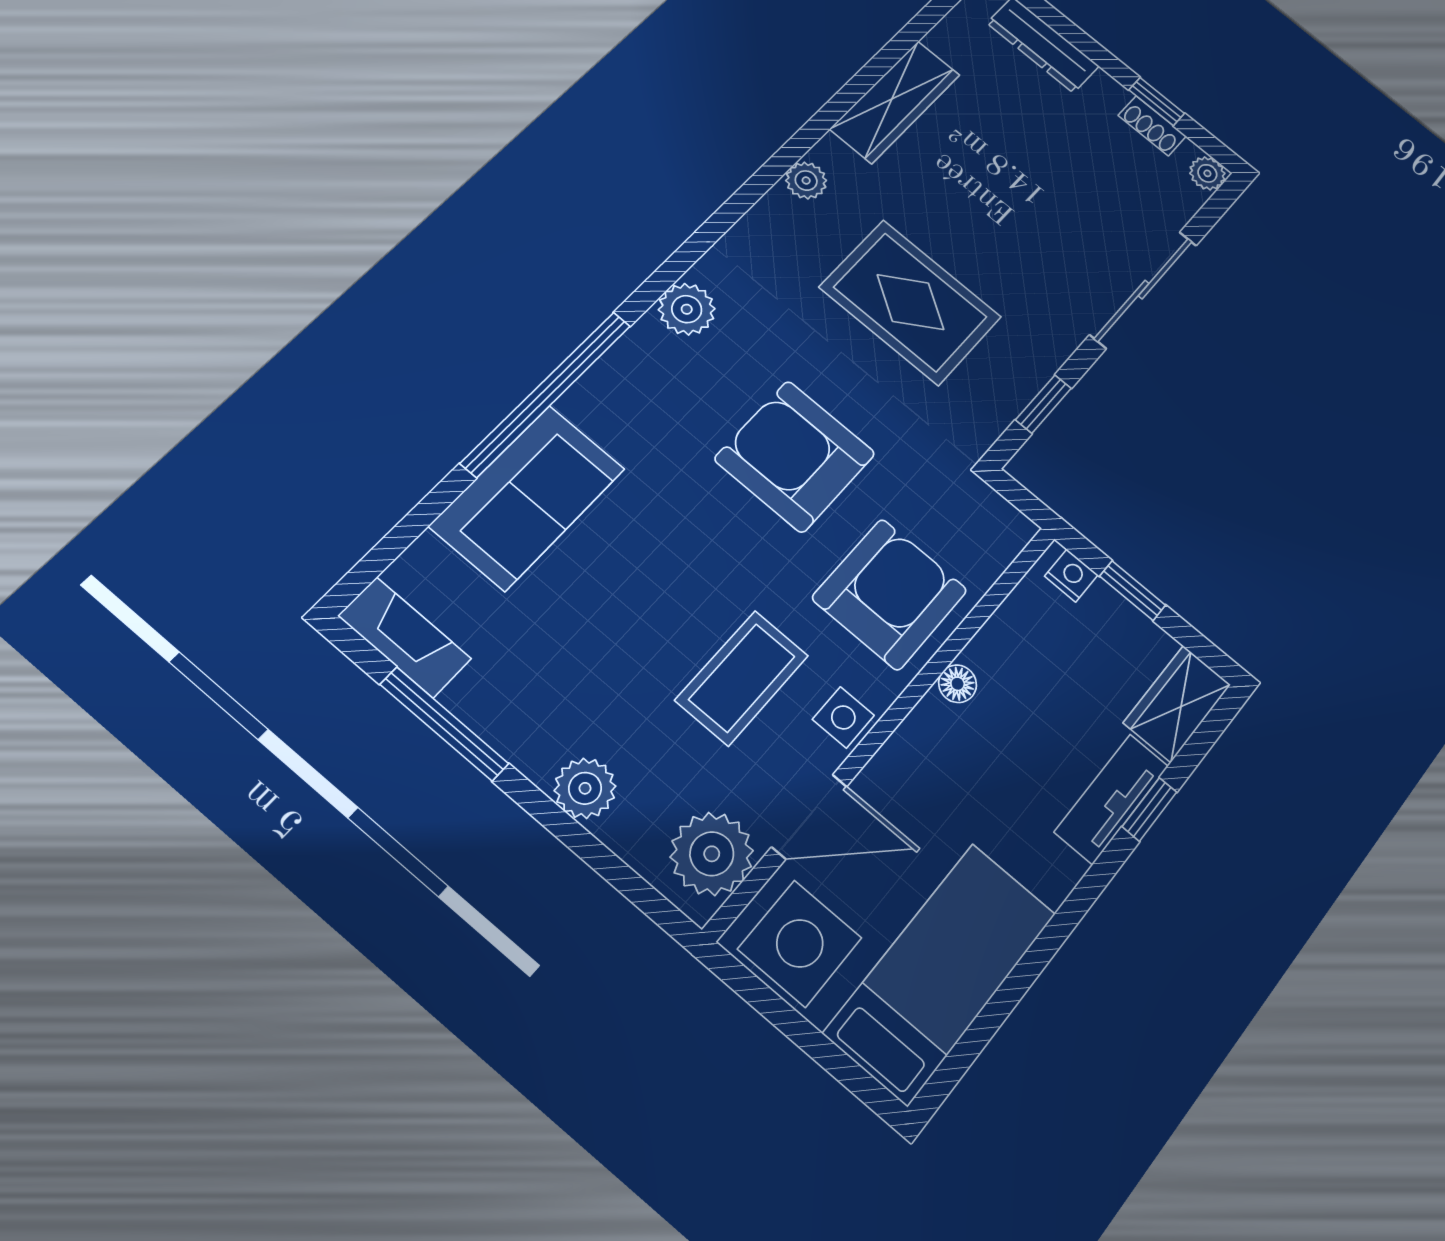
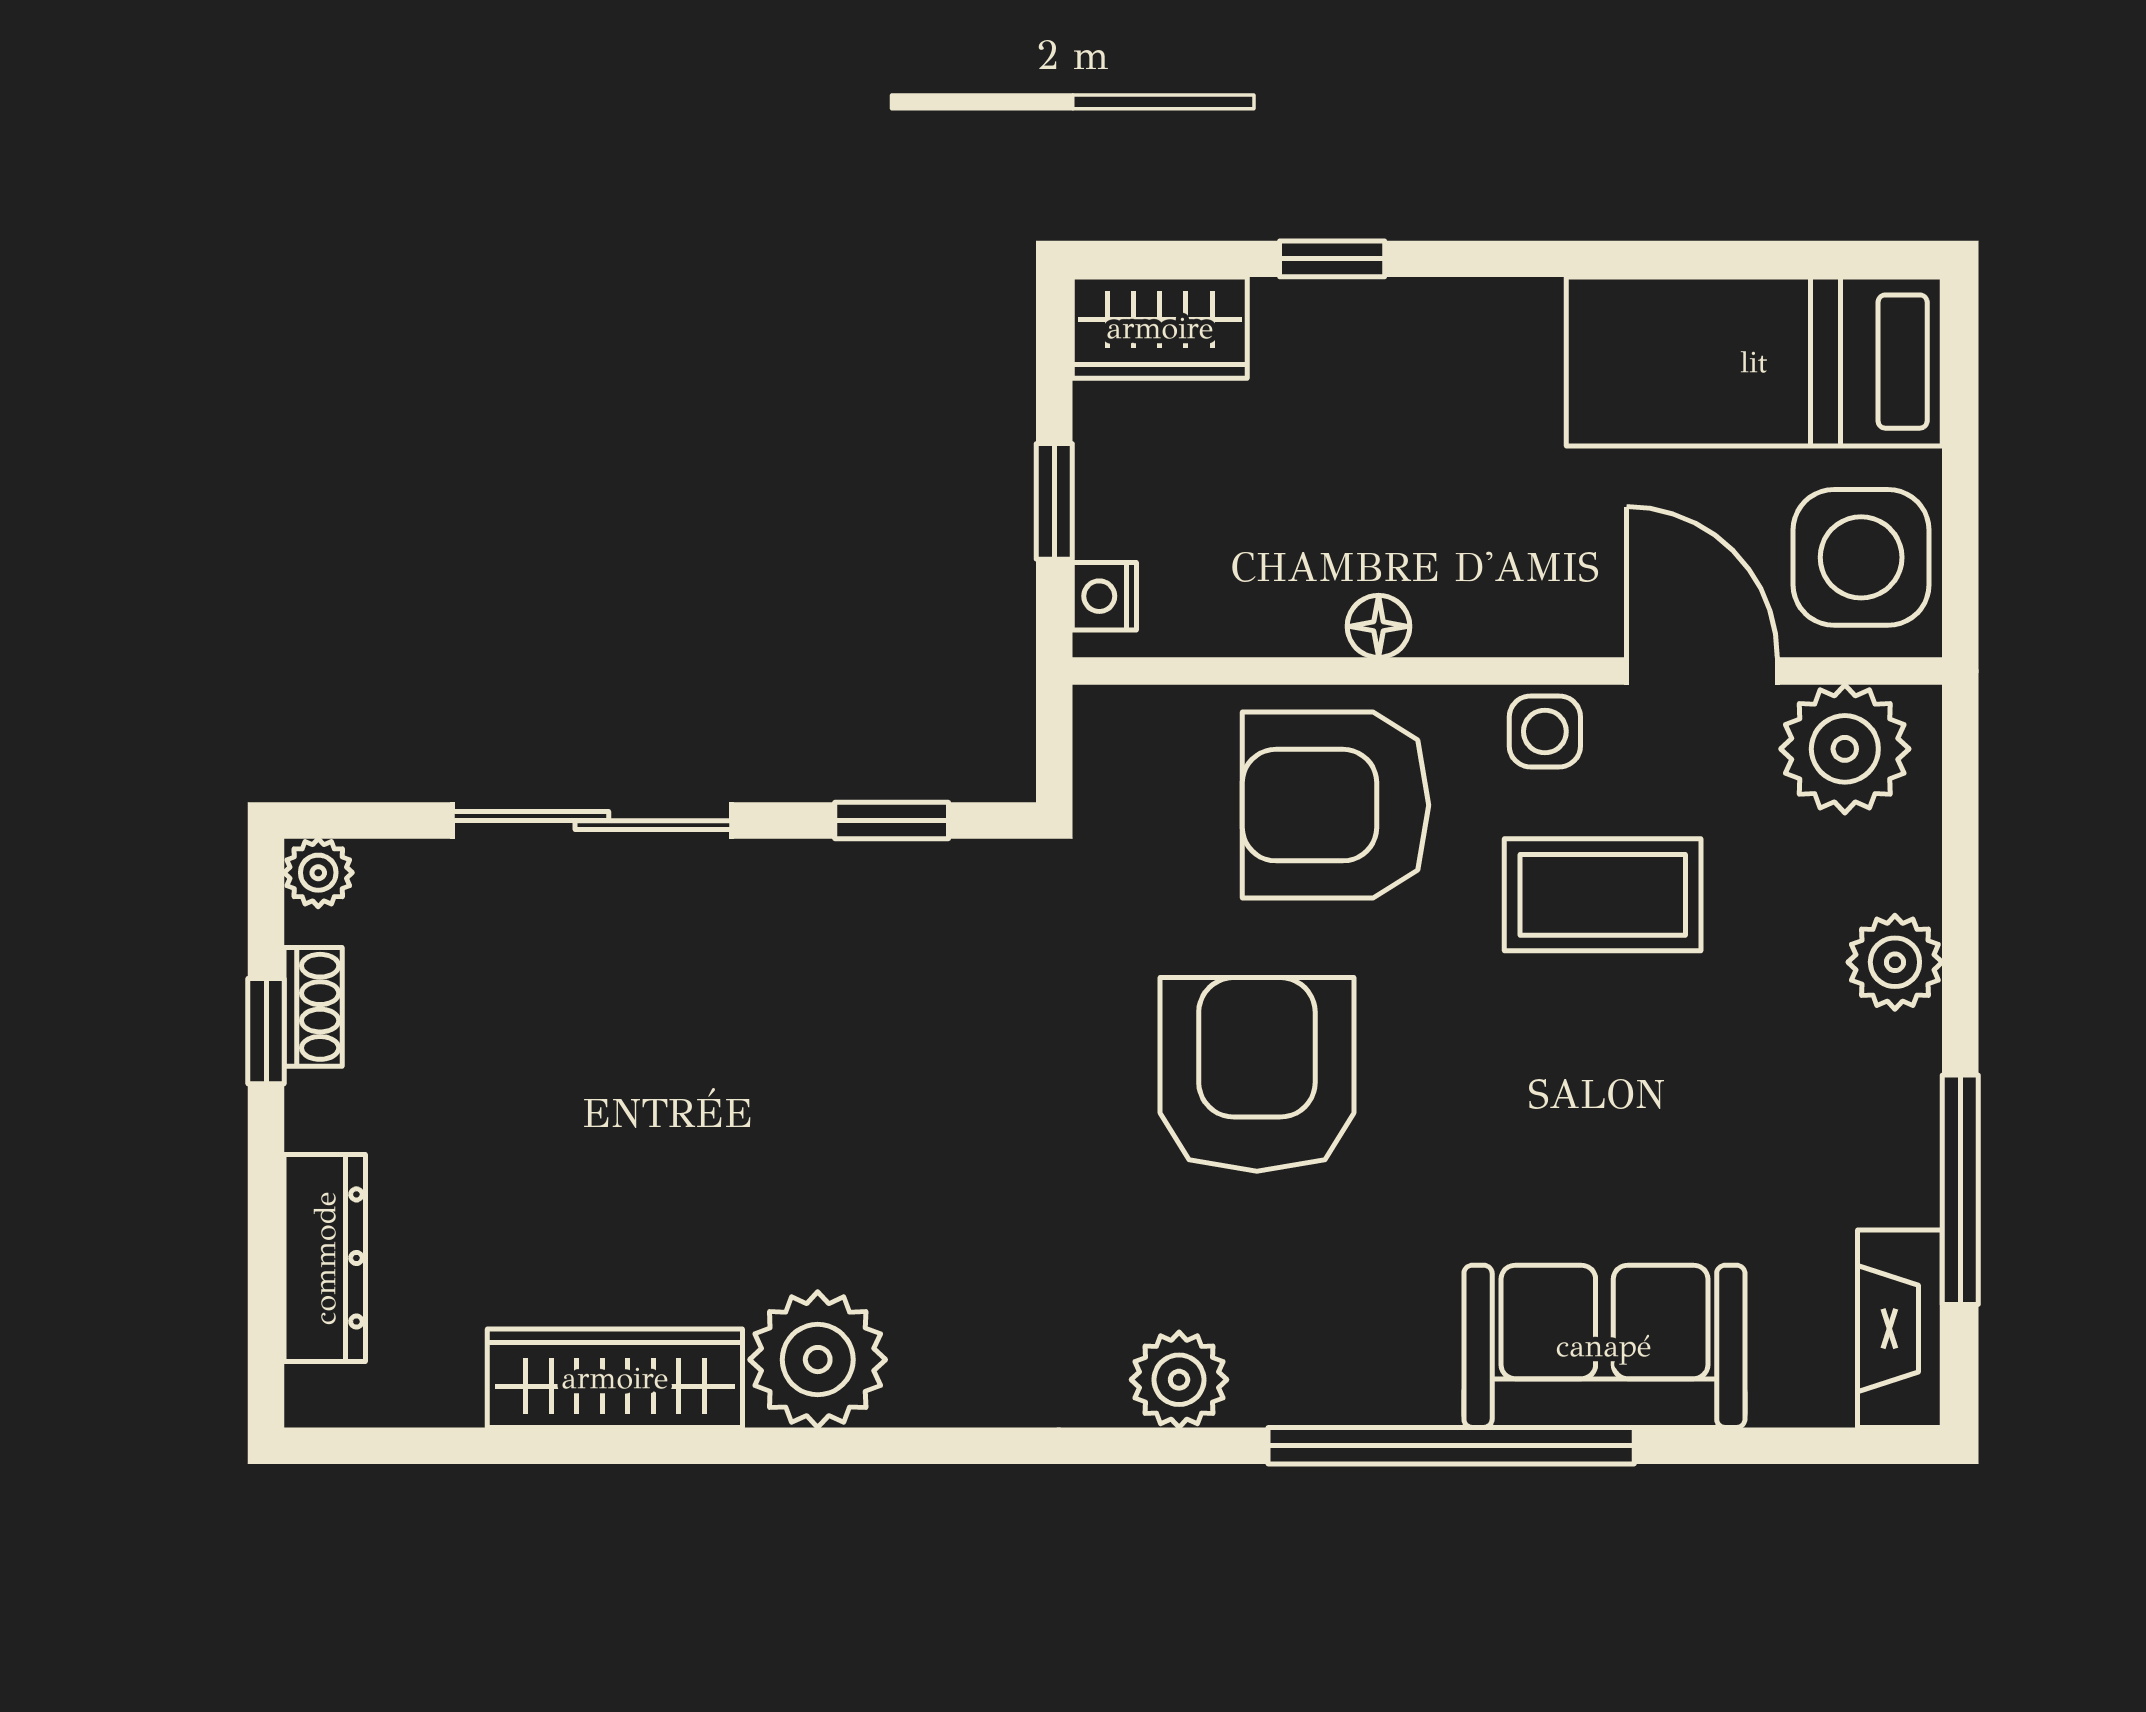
plant: (806, 181) -> (818, 1360), width x1.88, depth x1.88
rug: (910, 302) -> (903, 1110), removed
armchair: (795, 456) -> (1257, 1074), turned 180
tv unit: (1112, 799) -> (1360, 317), removed

